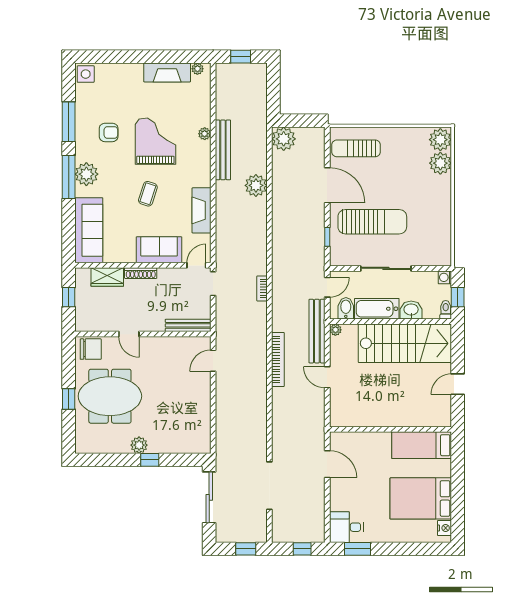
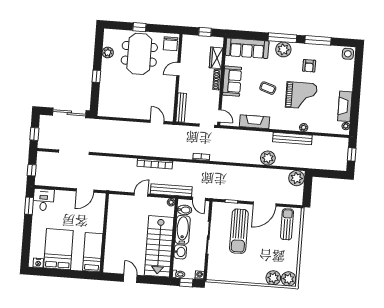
sofa: (159, 250) -> (232, 81), moved
plant: (139, 445) -> (108, 52), moved

